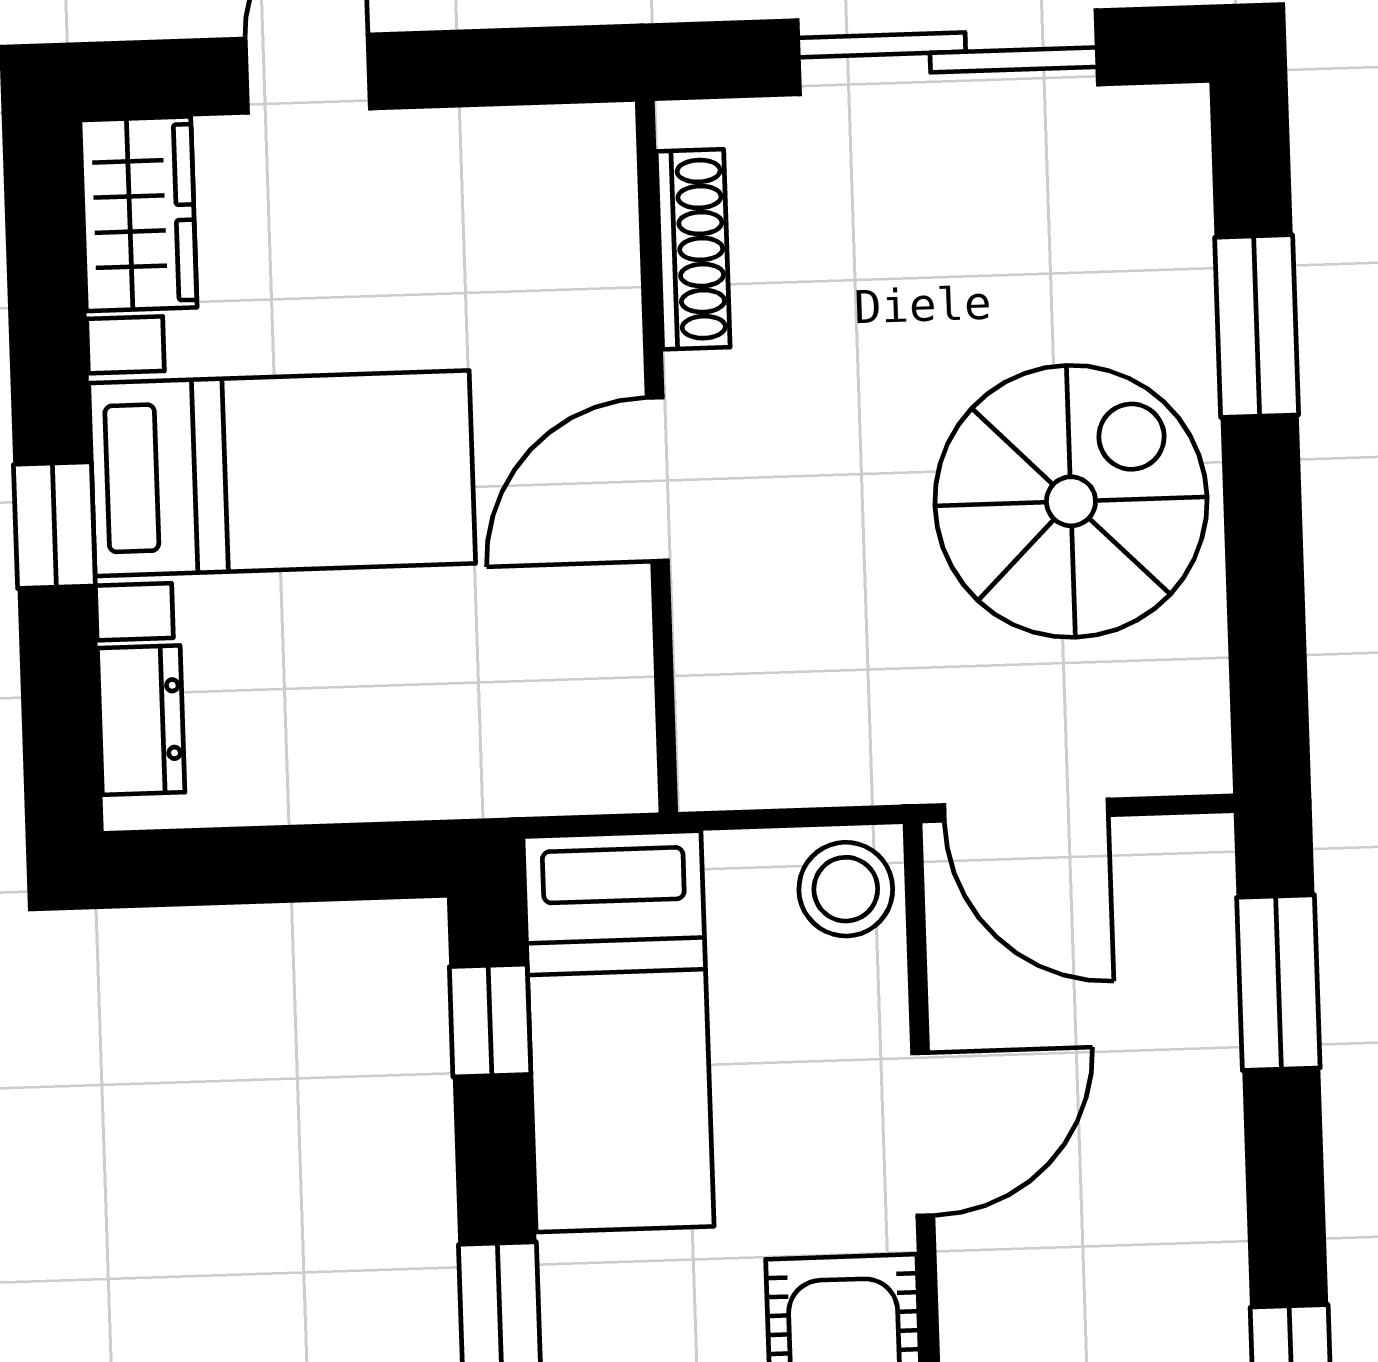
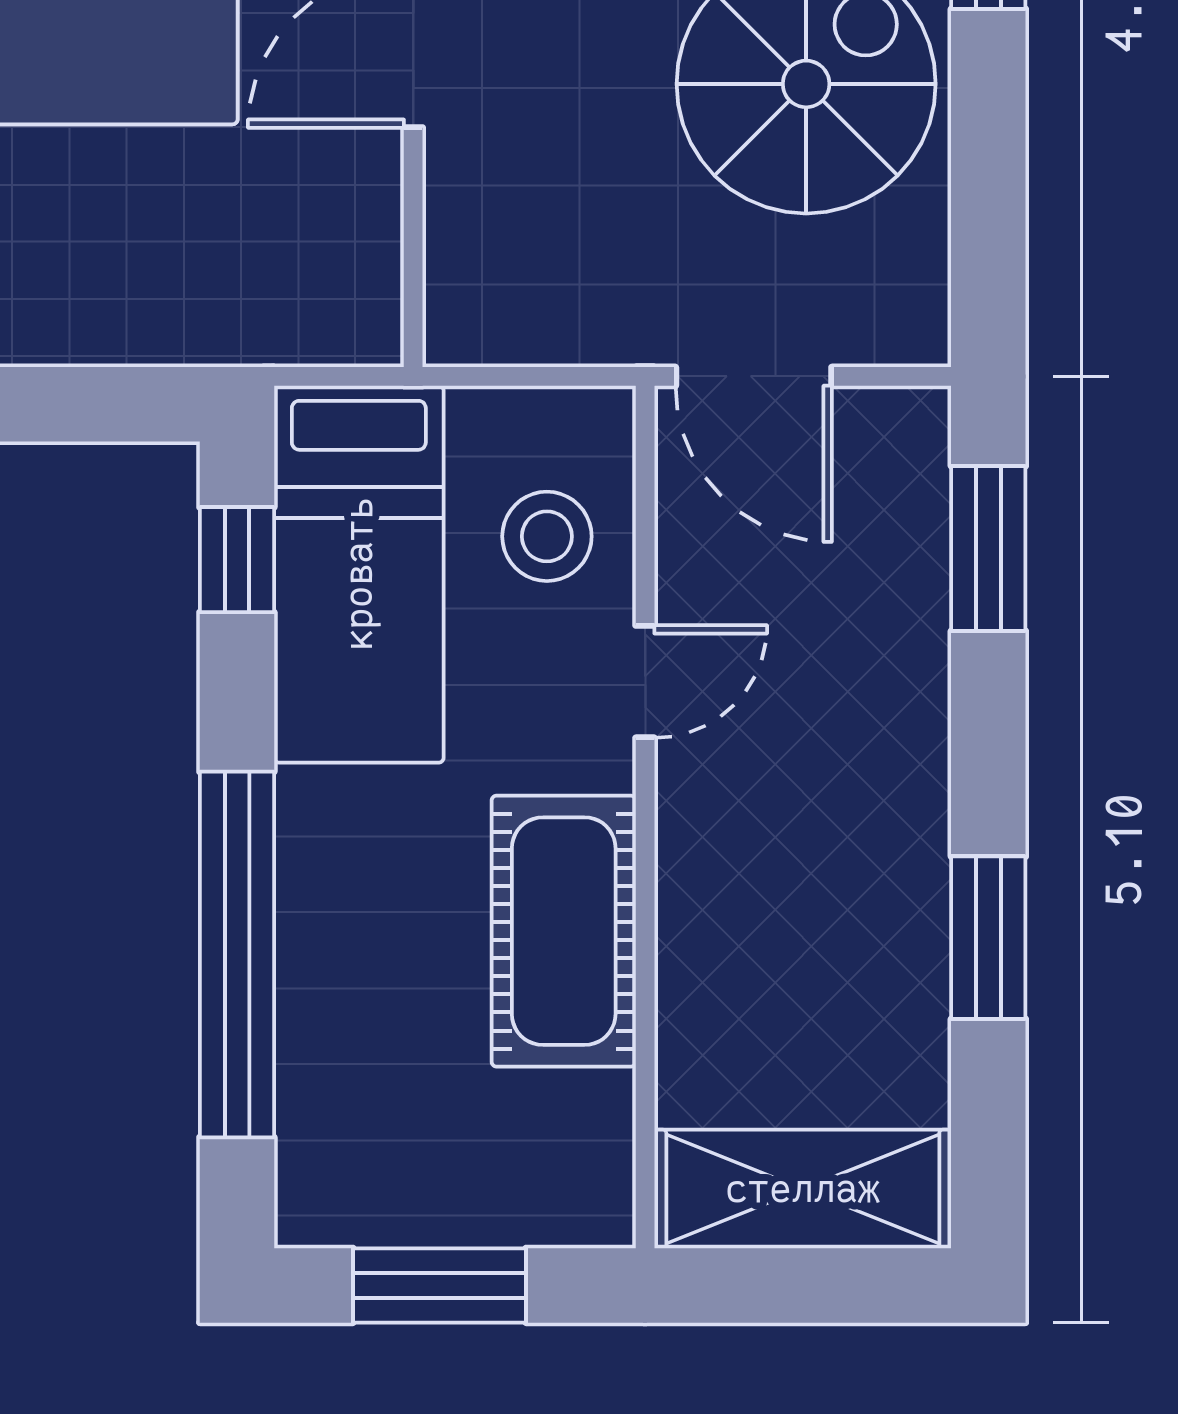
stool: (846, 889) -> (547, 536), moved
door: (923, 1134) -> (645, 682), width x0.73

